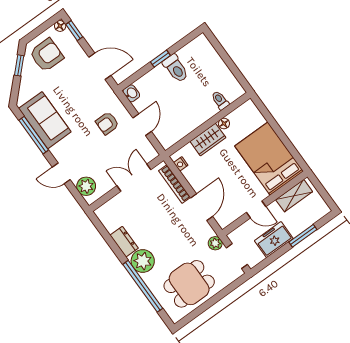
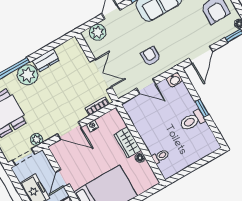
nightstand: (181, 164) -> (92, 126), moved
bookcase: (175, 184) -> (97, 106), width x0.64

